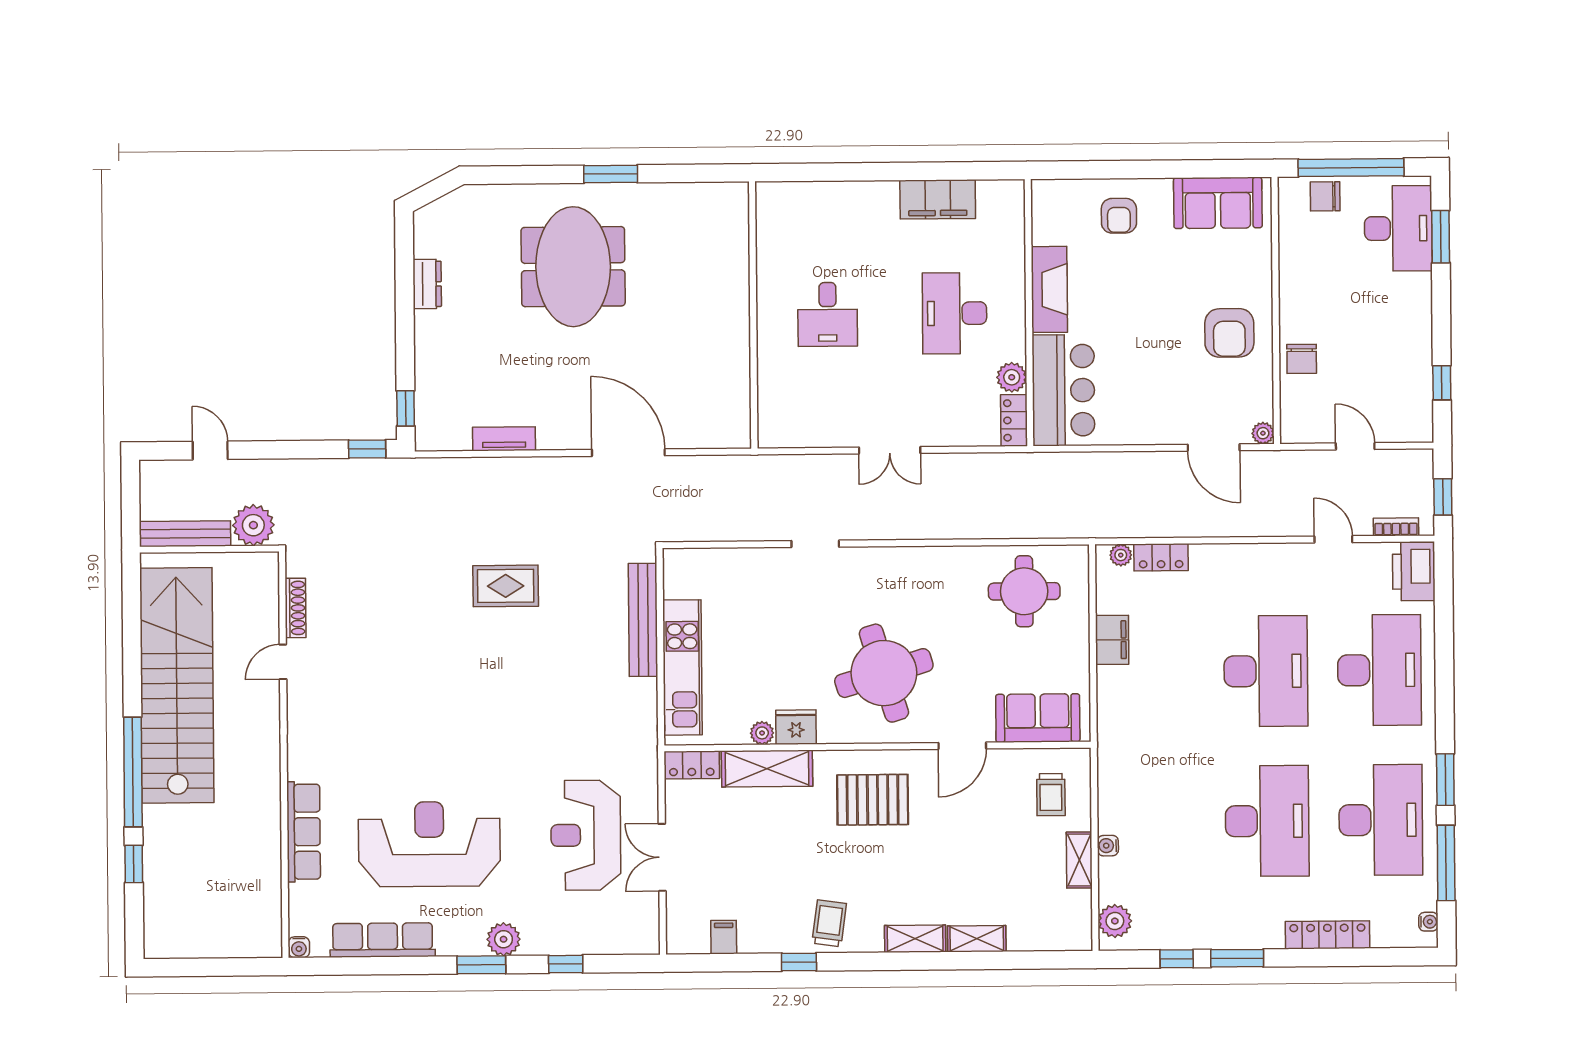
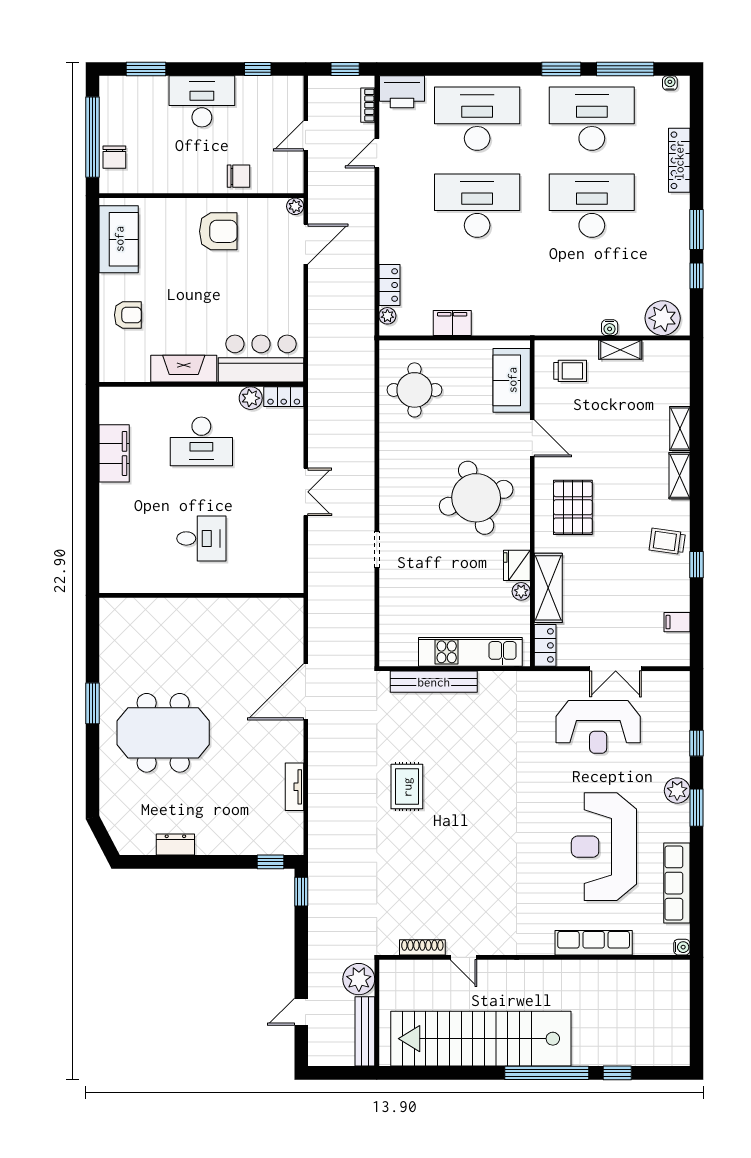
desk: (1398, 228) -> (202, 101), moved
plant: (1115, 921) -> (663, 318), width x1.36, depth x1.36

